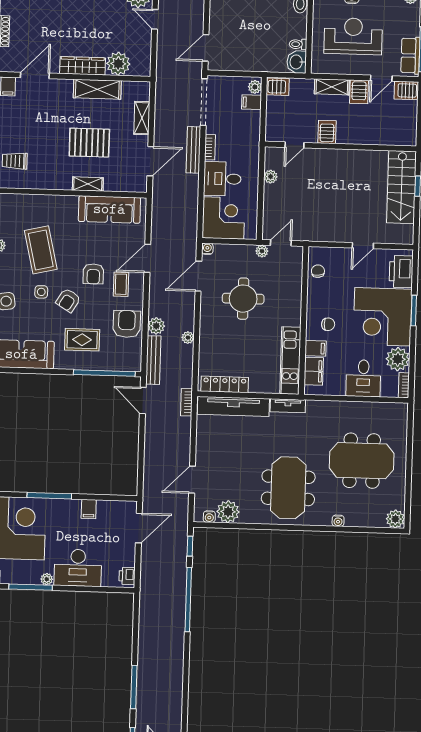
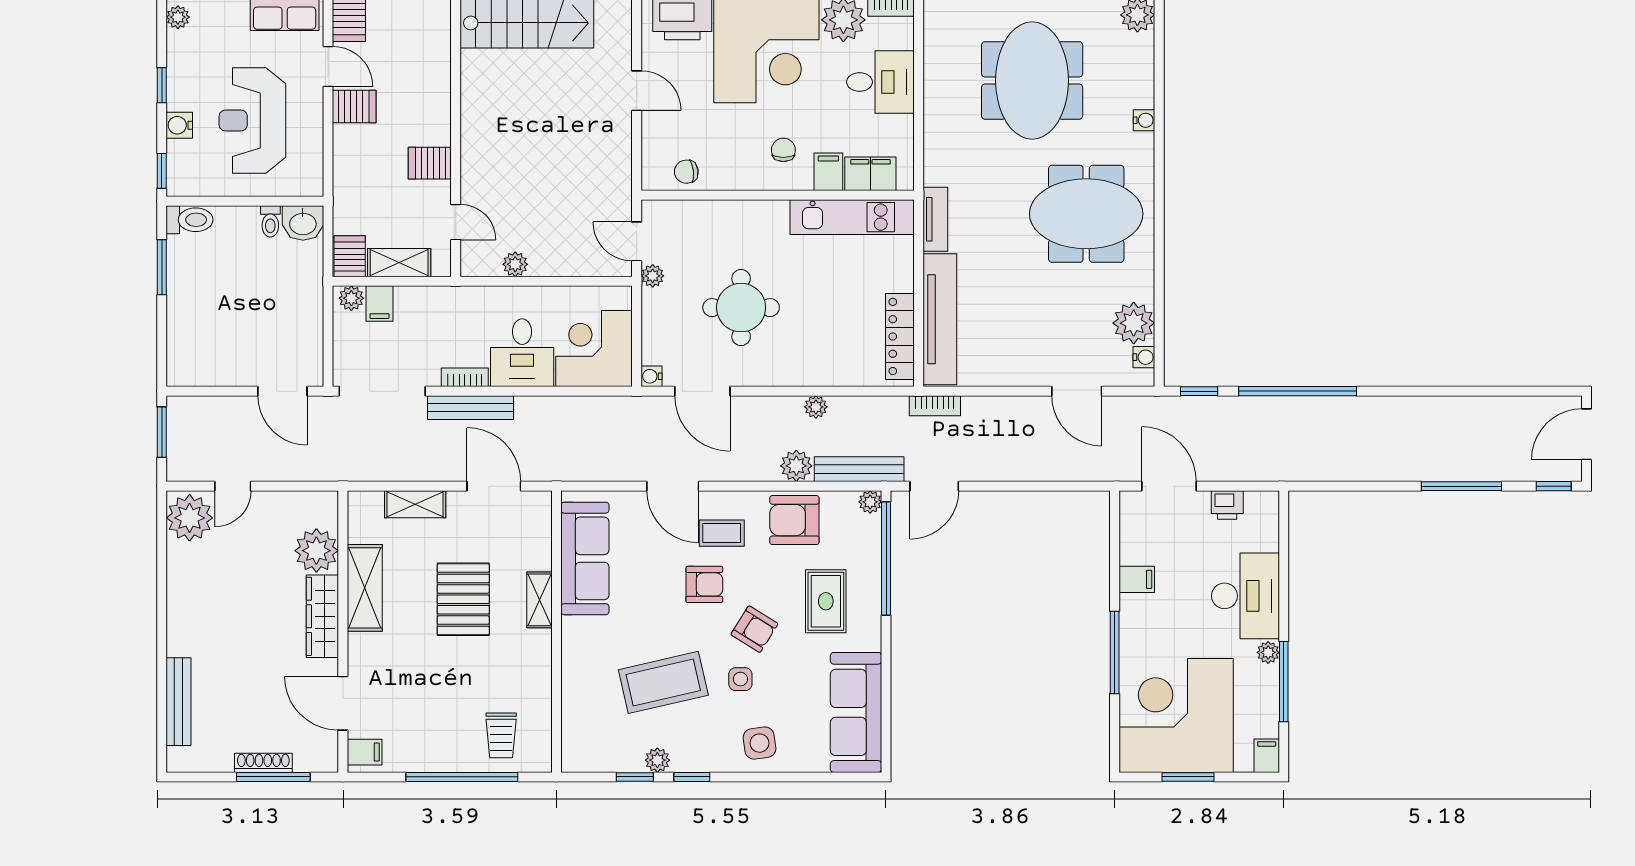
shelving: (332, 87) -> (399, 263), moved, turned 90
plant: (135, 365) -> (870, 502), added
printer: (127, 576) -> (1227, 505), moved

